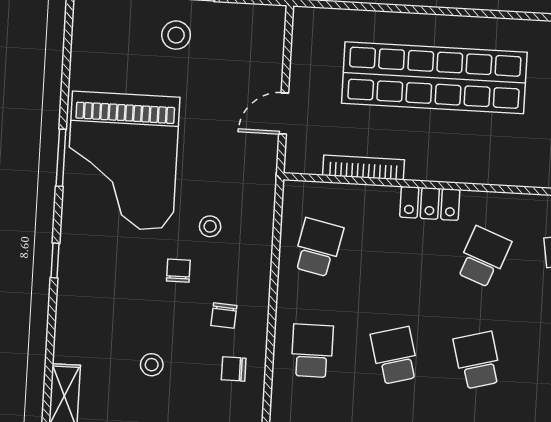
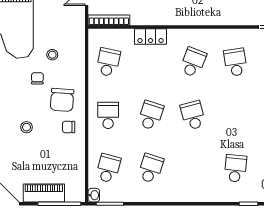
bookcase: (364, 168) -> (109, 20), moved
locker: (430, 203) -> (151, 36), moved
chair: (224, 315) -> (62, 100), width x1.87, depth x1.87
school desk: (395, 356) -> (151, 115), turned 33

